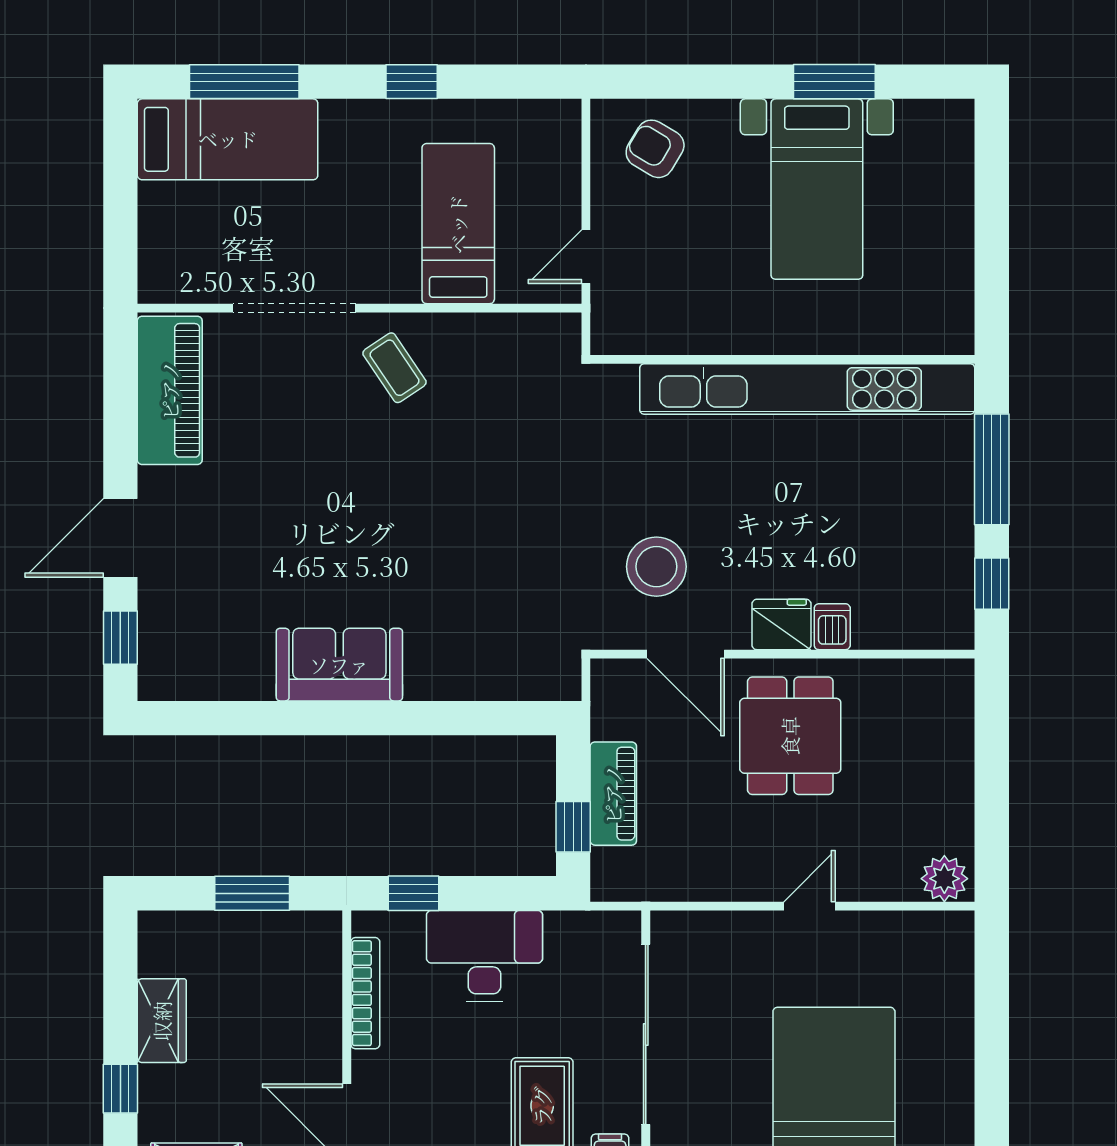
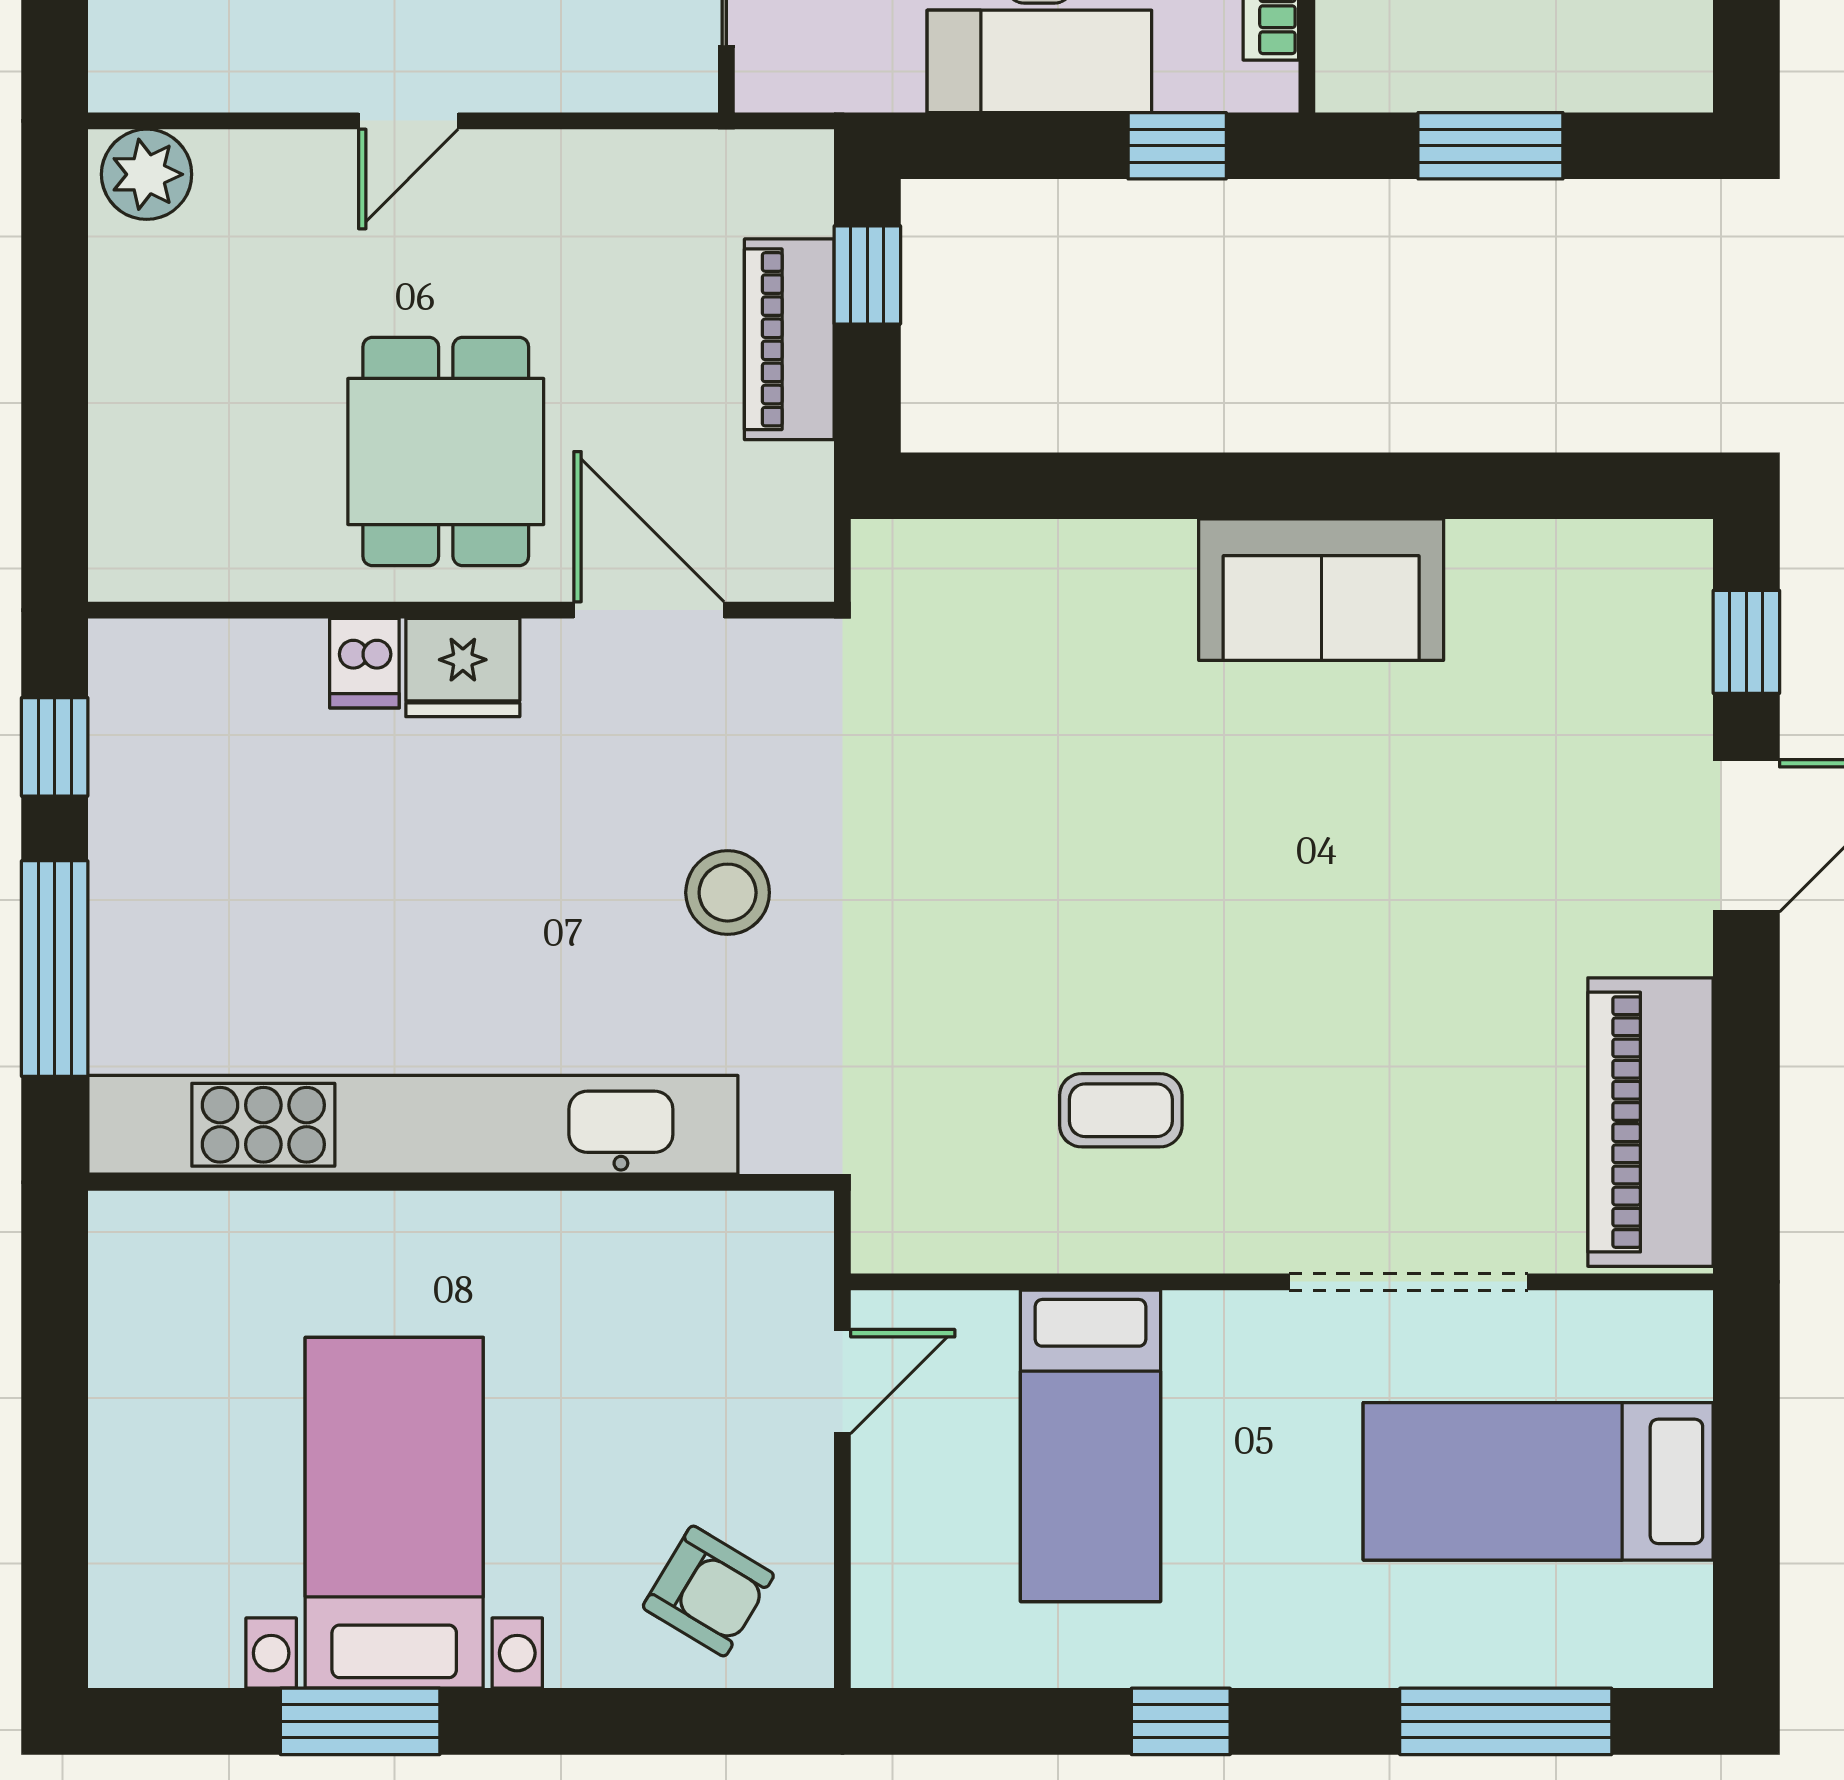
bed: (228, 139) -> (1538, 1481), moved
coffee table: (395, 368) -> (1121, 1110), moved, turned -56
stool: (656, 567) -> (728, 893), moved, width x0.73, depth x0.73

